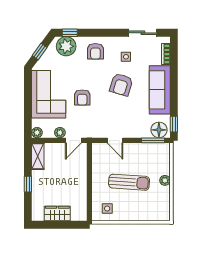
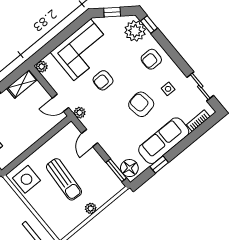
armchair: (121, 85) -> (141, 104), turned 64
window: (174, 124) -> (159, 164), moved
plant: (60, 133) -> (80, 113), moved
side table: (107, 209) -> (26, 179), width x1.87, depth x1.87

